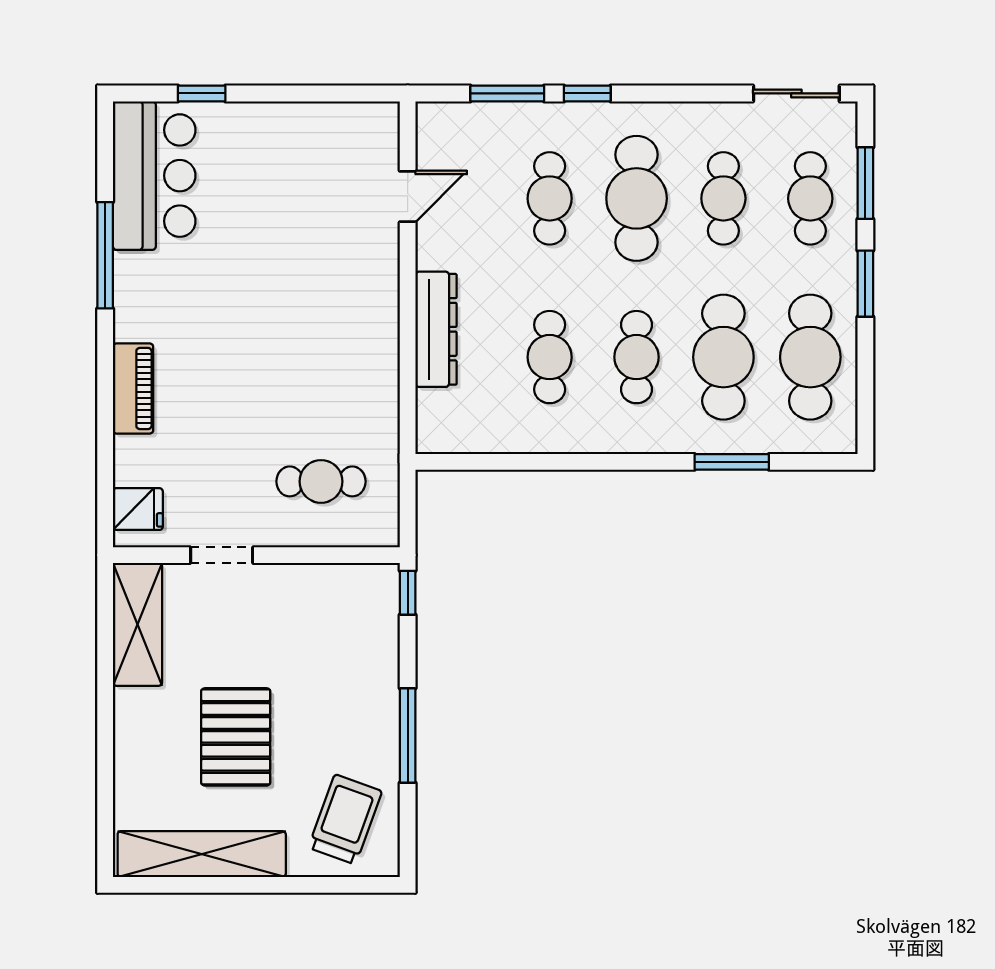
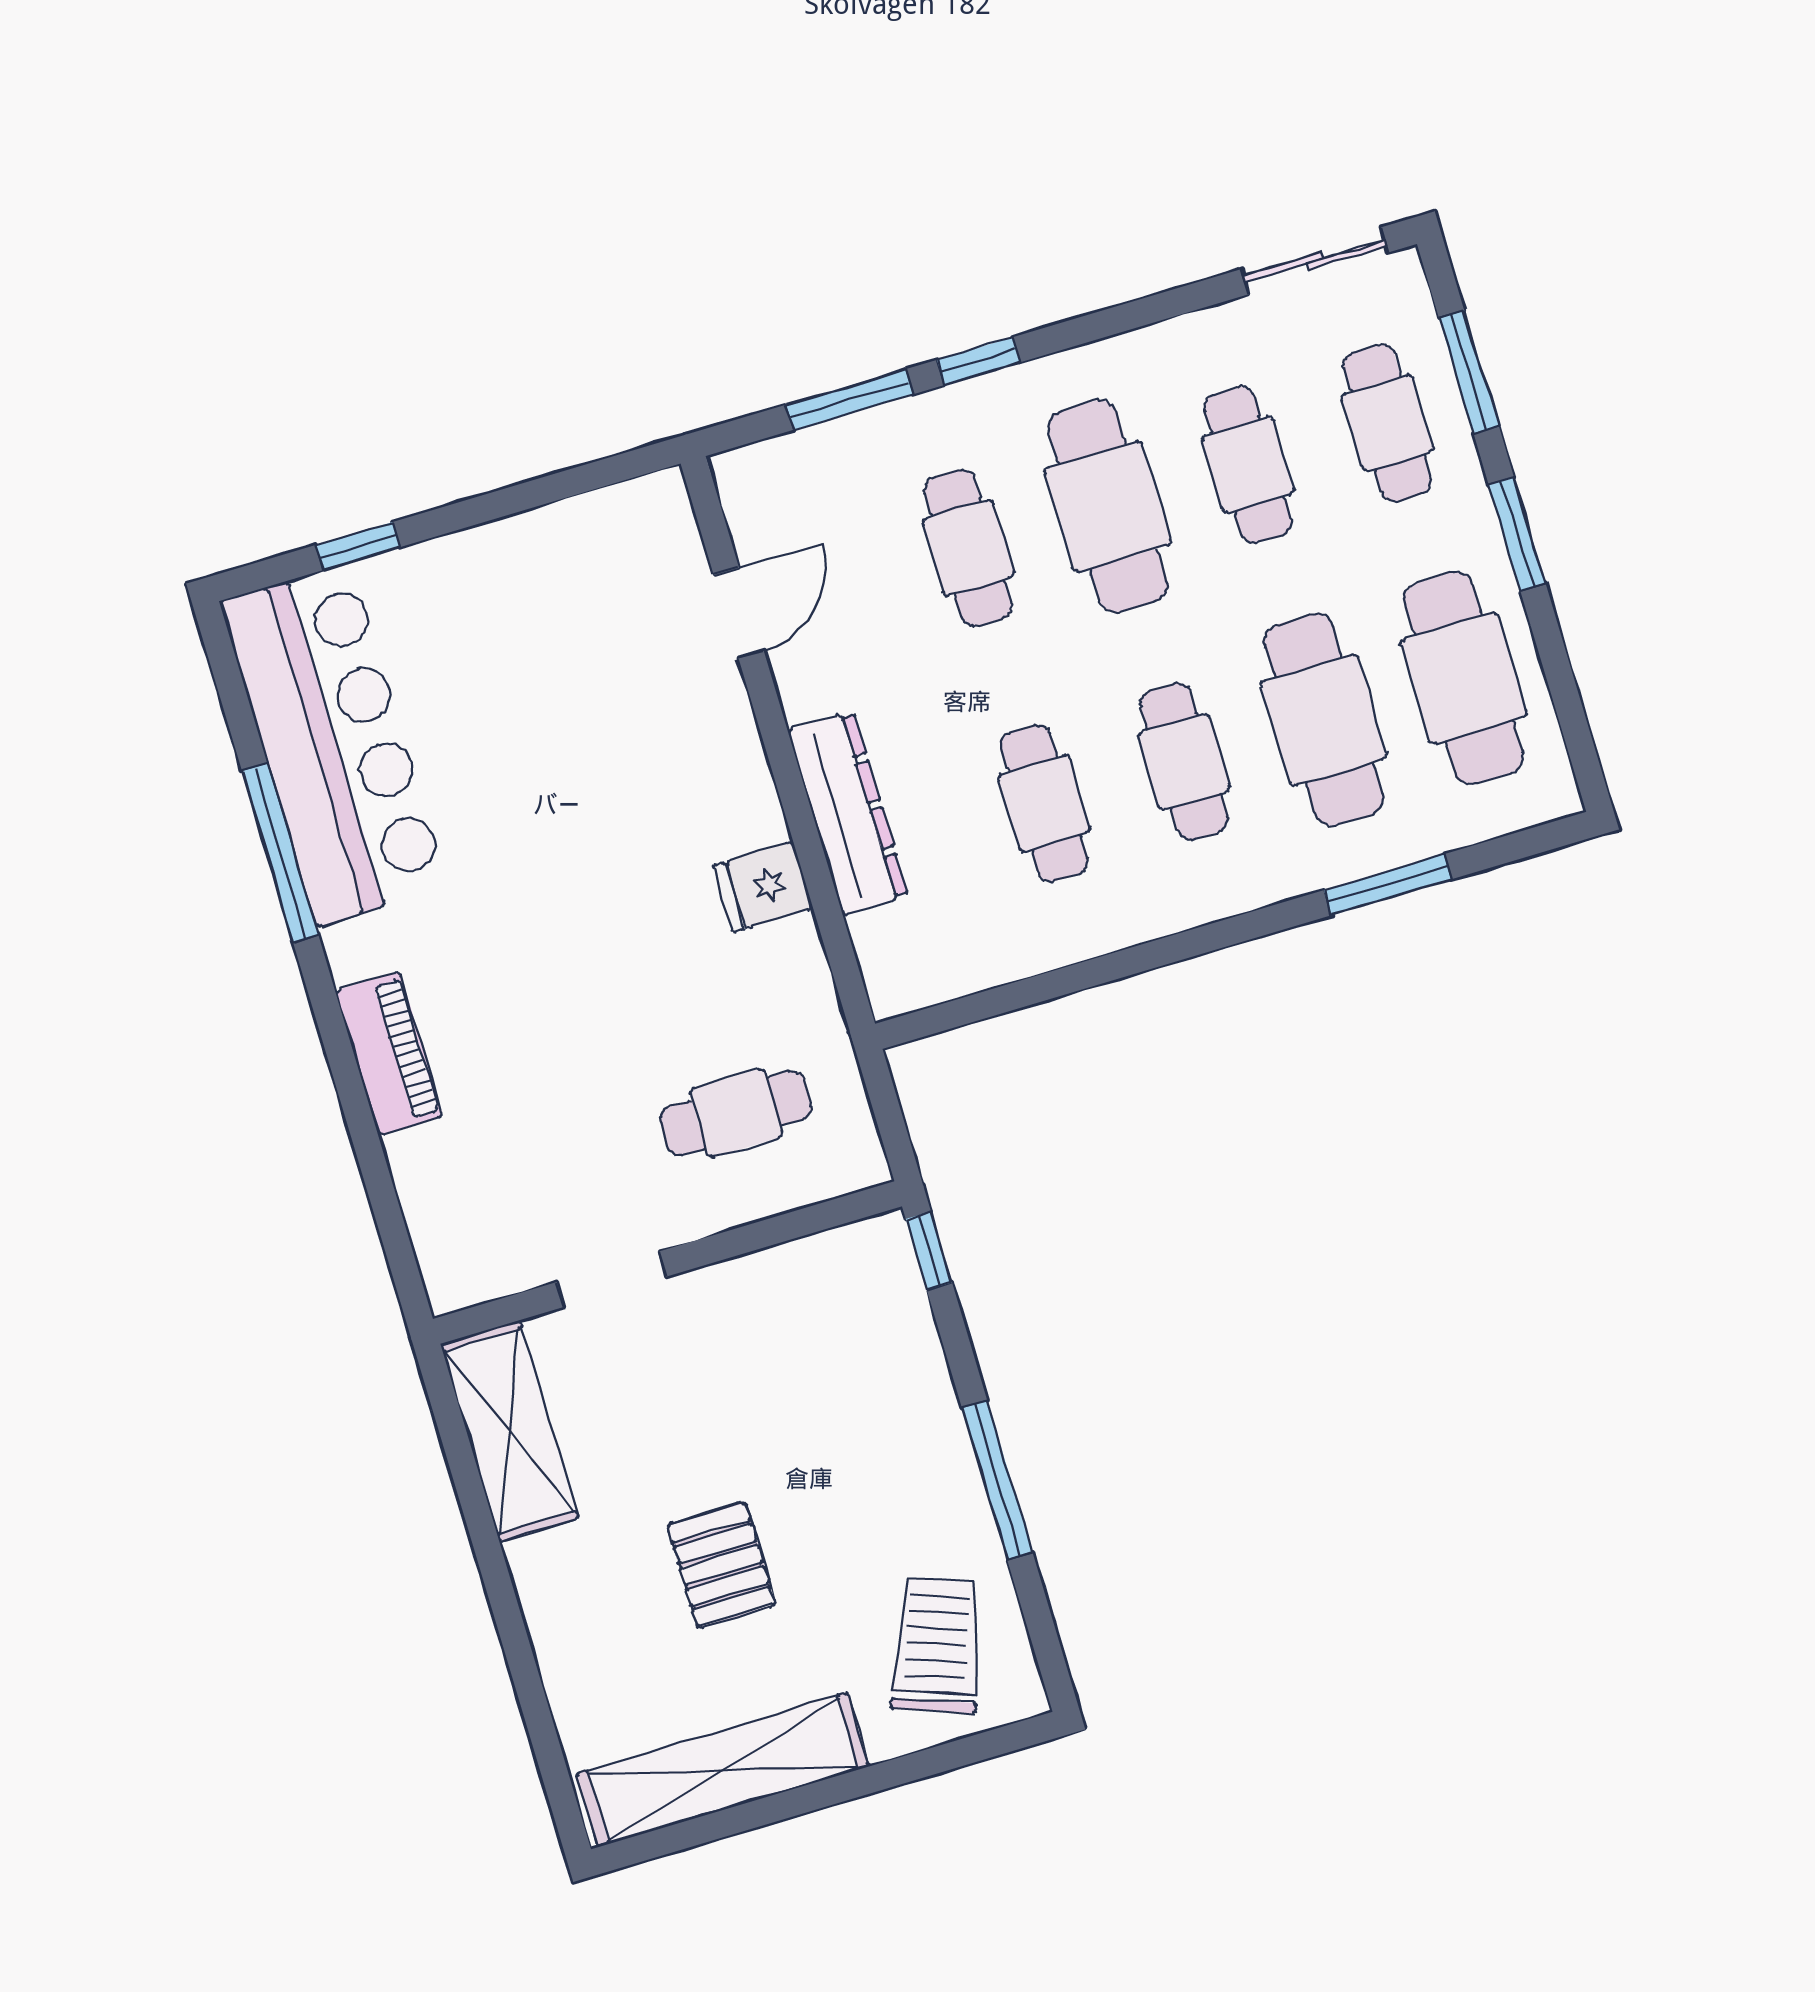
bar counter: (154, 176) -> (334, 744), width x1.36
fridge: (138, 509) -> (763, 887), moved, turned 180
pallet: (236, 737) -> (721, 1565), width x0.67, depth x0.71

